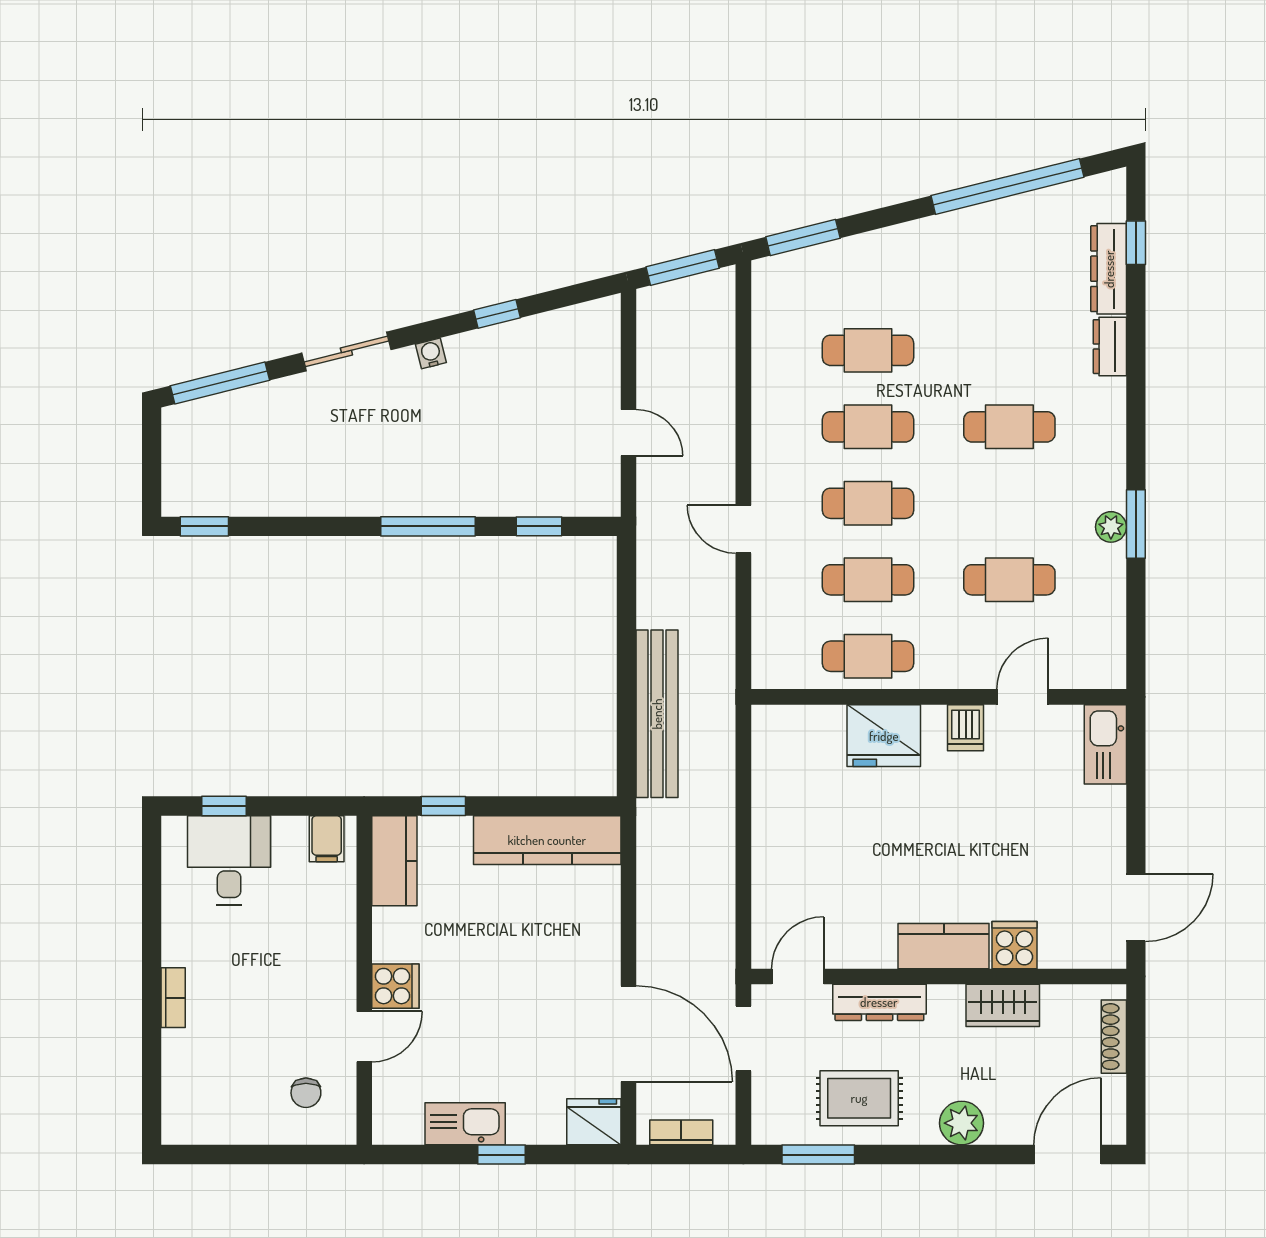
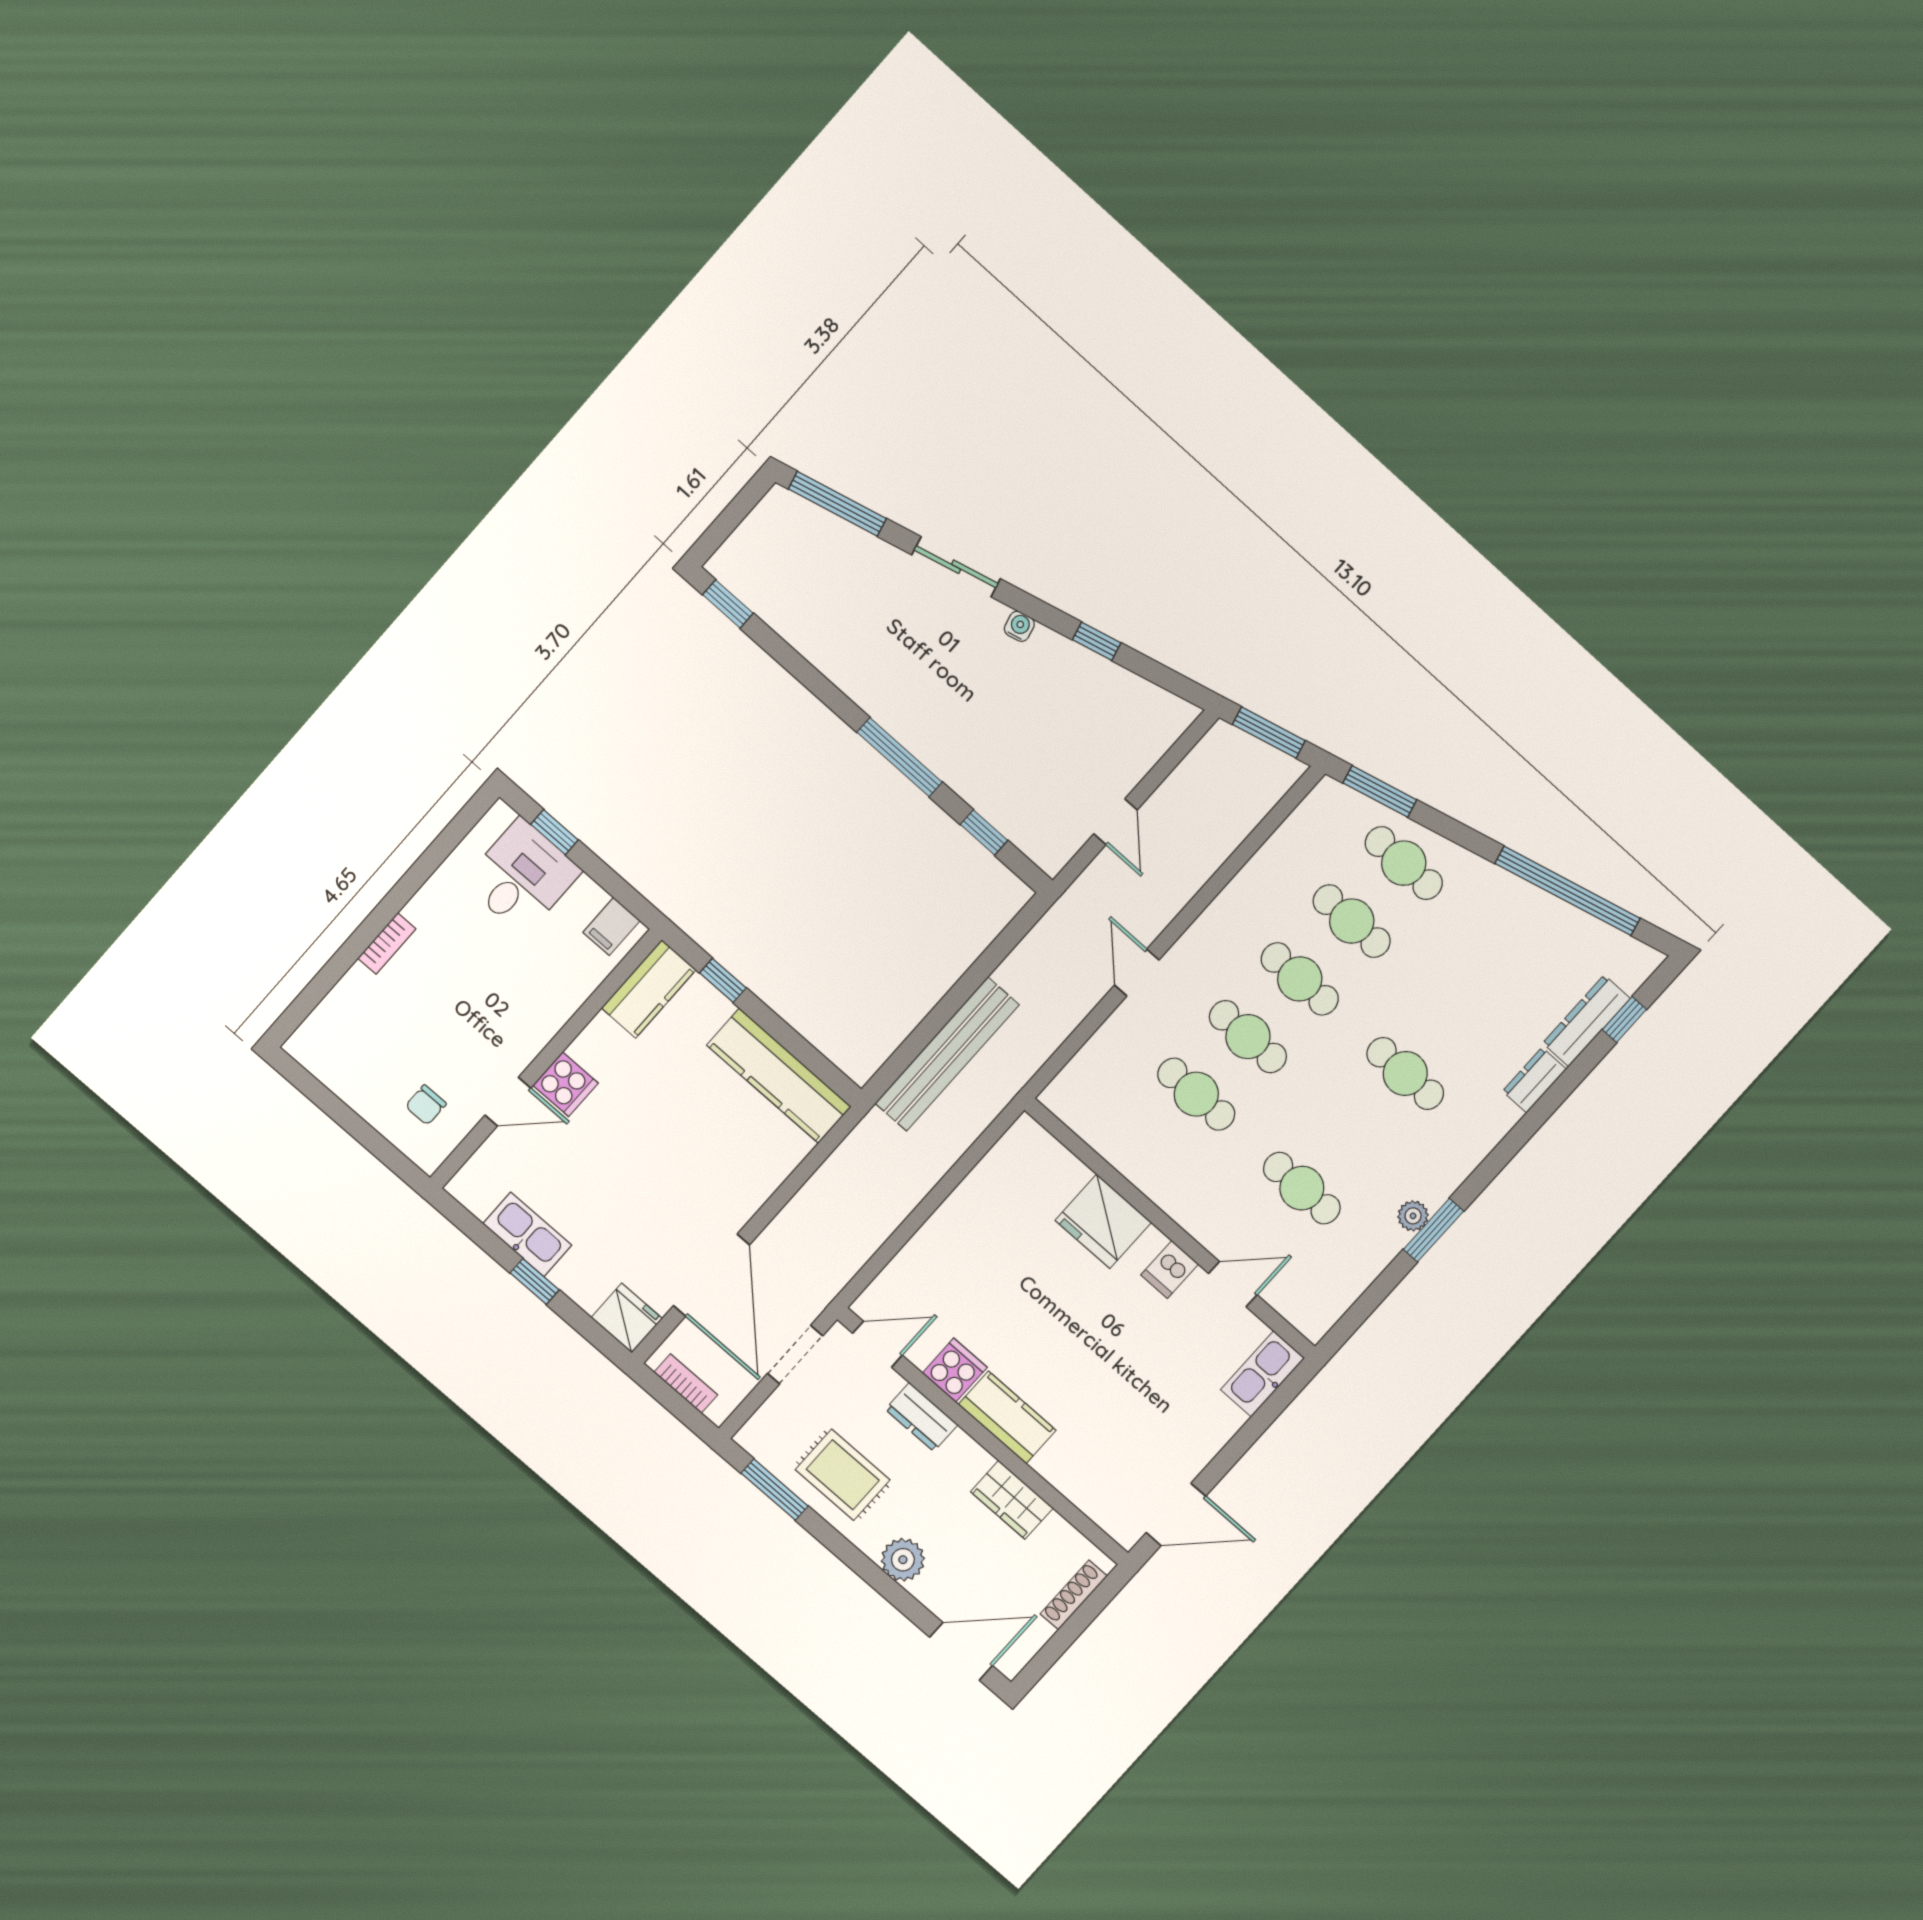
cafe table: (868, 656) -> (1404, 863), moved
cooker: (1014, 945) -> (955, 1370), moved
dresser: (879, 1002) -> (922, 1417), width x0.70

